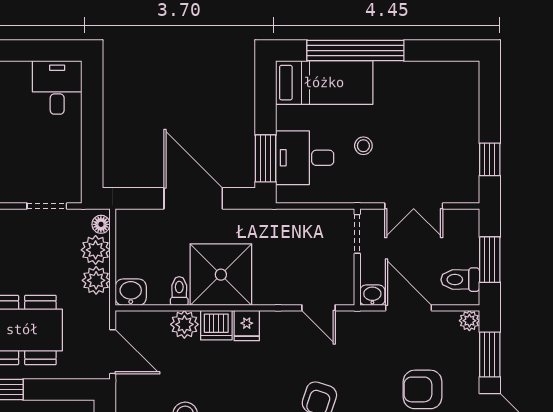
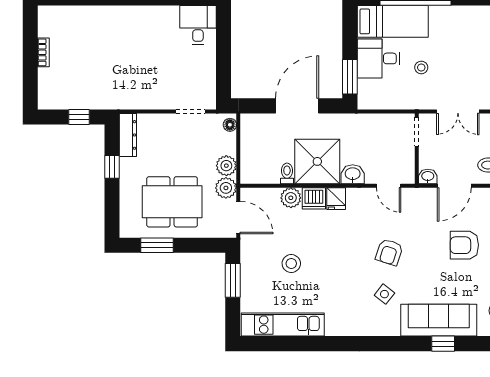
desk: (305, 158) -> (378, 58), moved
door: (193, 198) -> (297, 106), hinge flipped
plant: (96, 250) -> (226, 188), moved
washbasin: (131, 292) -> (353, 174), moved
door: (409, 308) -> (454, 186), swing flipped

